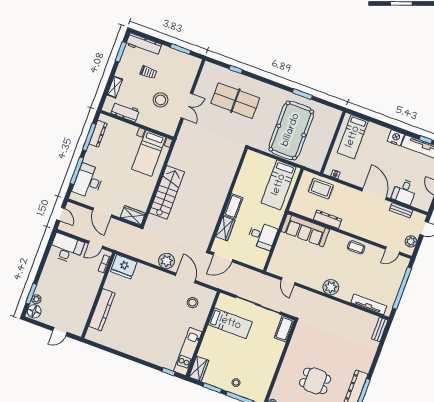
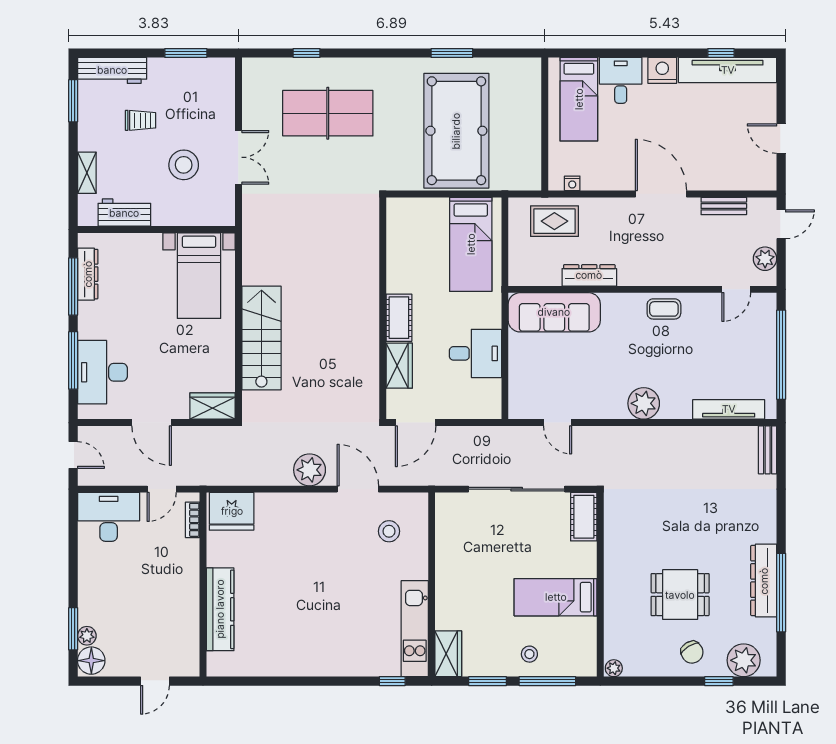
desk: (404, 192) -> (621, 80), moved, turned 180
bed: (230, 323) -> (556, 597), moved, turned 180

